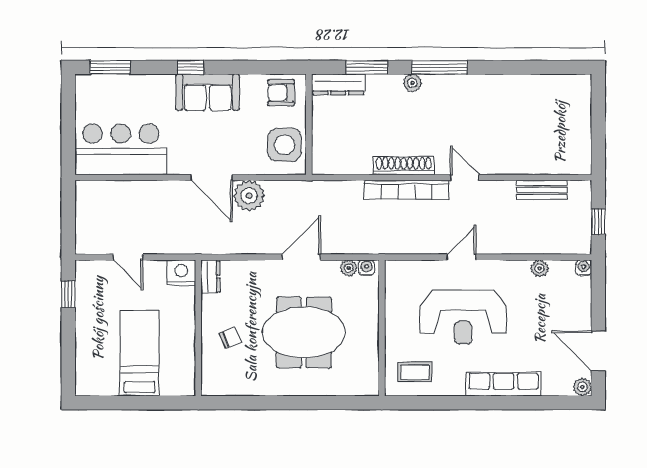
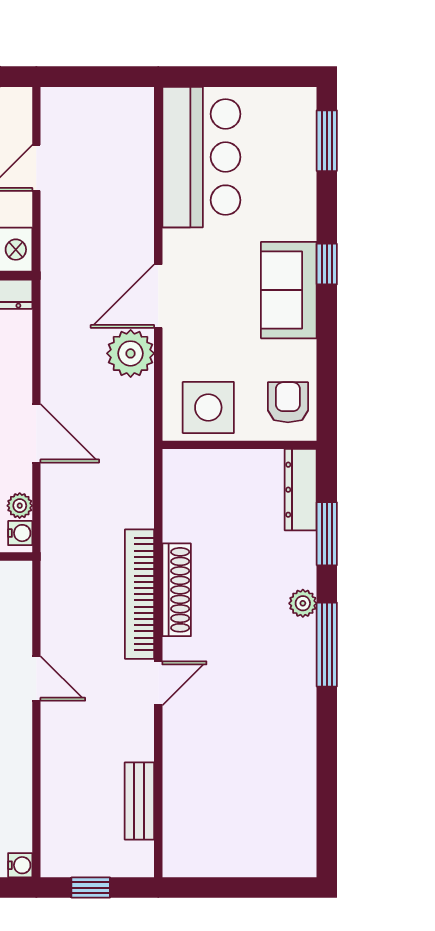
plant: (539, 268) -> (19, 798), removed

